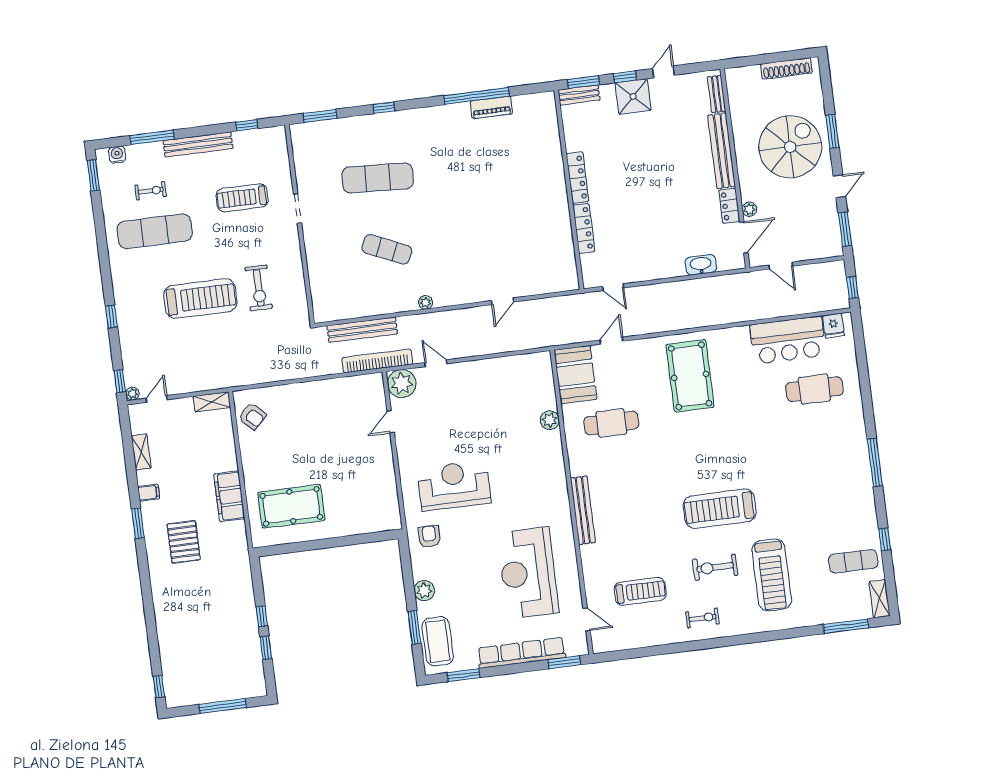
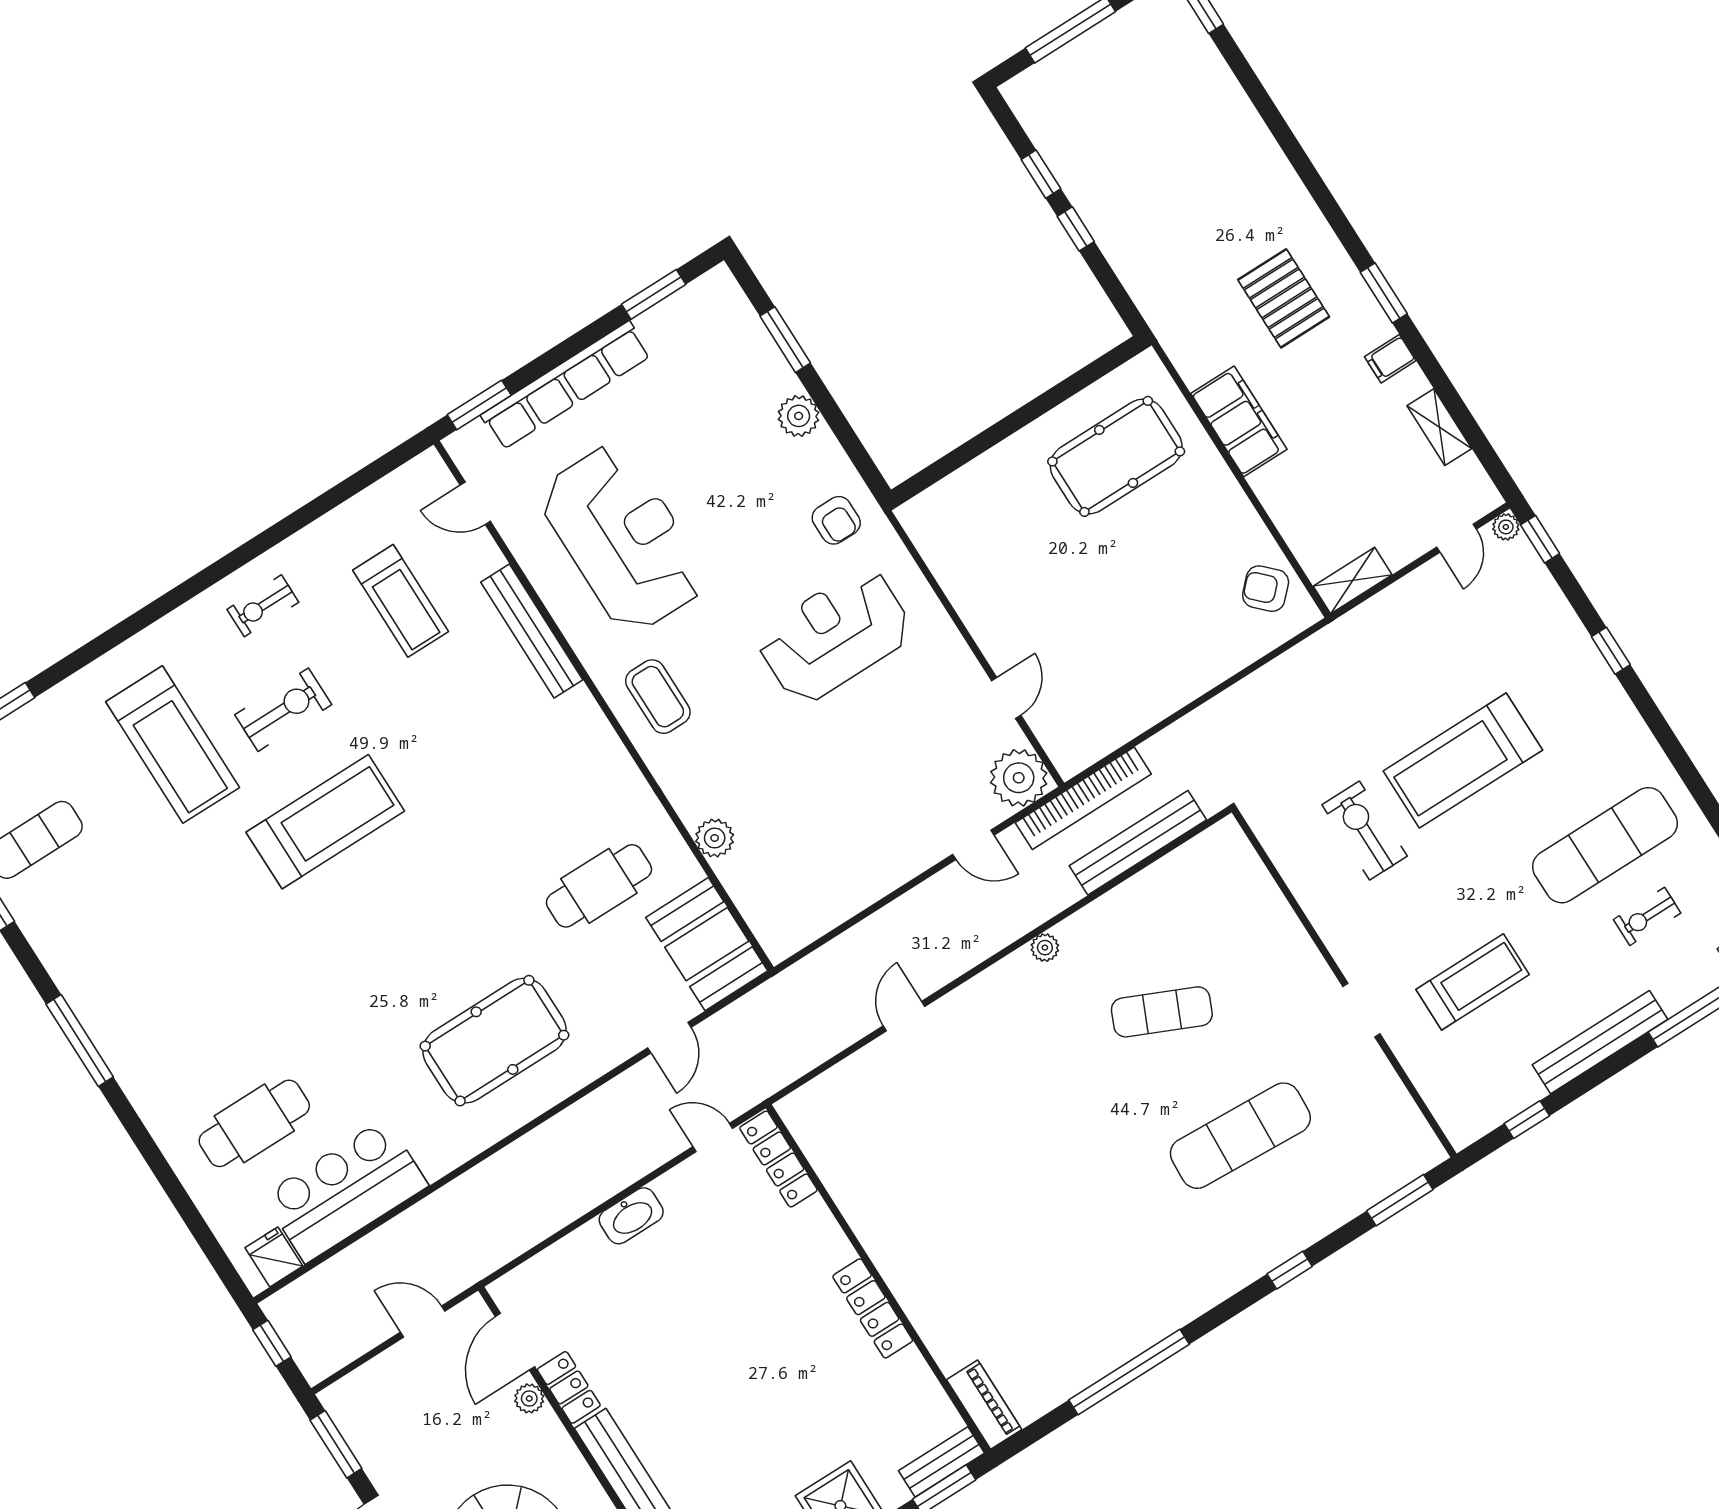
piano: (491, 107) -> (984, 1405), moved, turned 90
locker: (584, 228) -> (778, 1159), moved
washbasin: (701, 265) -> (631, 1216), moved
pool table: (690, 376) -> (494, 1041), turned 90
reception desk: (454, 485) -> (835, 635), turned 180
bench: (583, 510) -> (532, 631), moved
treadmill: (772, 575) -> (173, 745), turned 180
treadmill: (640, 591) -> (401, 601), turned -90
coffee table: (438, 641) -> (658, 697), moved, width x0.73, depth x0.76

